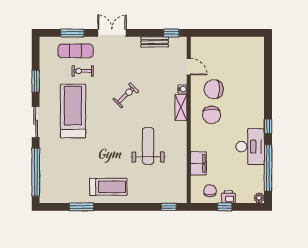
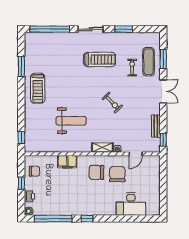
treadmill: (73, 111) -> (100, 59), width x0.73, depth x0.73
desk: (250, 147) -> (131, 204), moved
filing cabinet: (198, 163) -> (67, 162), moved
printer: (228, 197) -> (29, 196), moved

